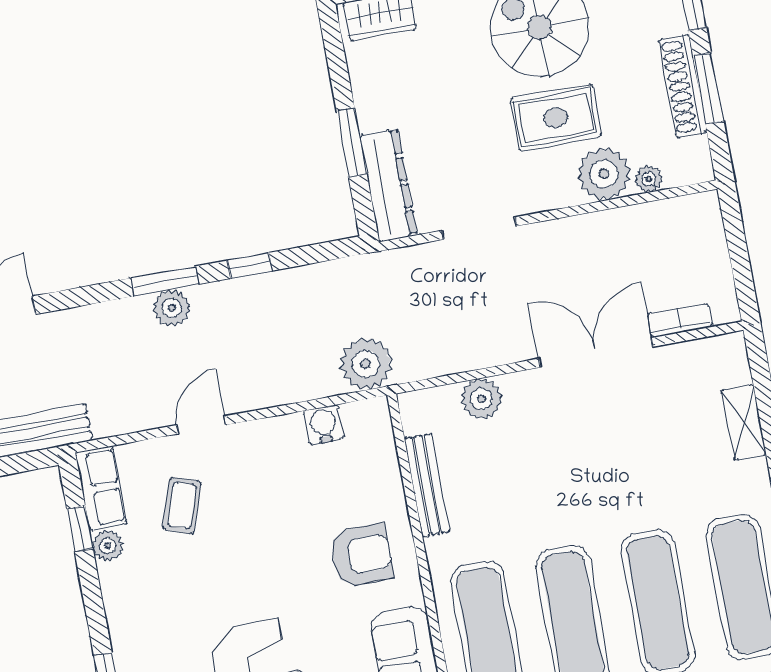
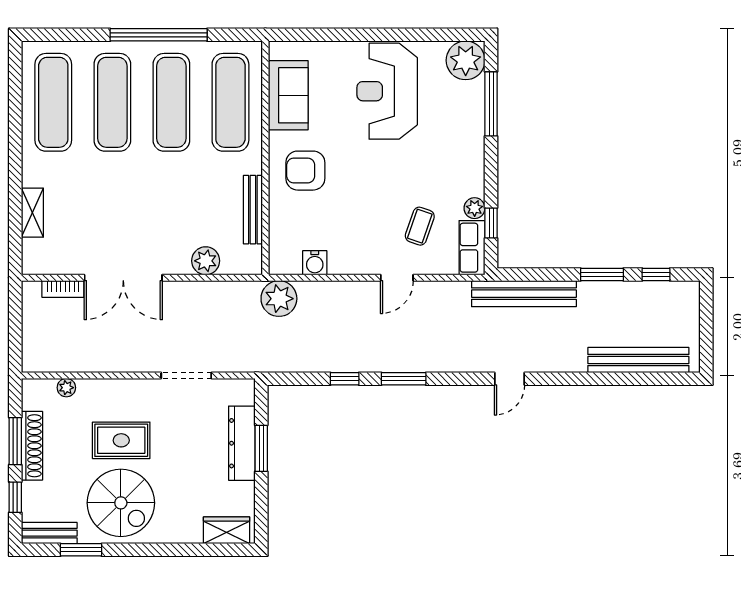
plant: (604, 174) -> (96, 397), removed
dresser: (388, 185) -> (242, 443), moved
plant: (172, 308) -> (402, 360), removed

